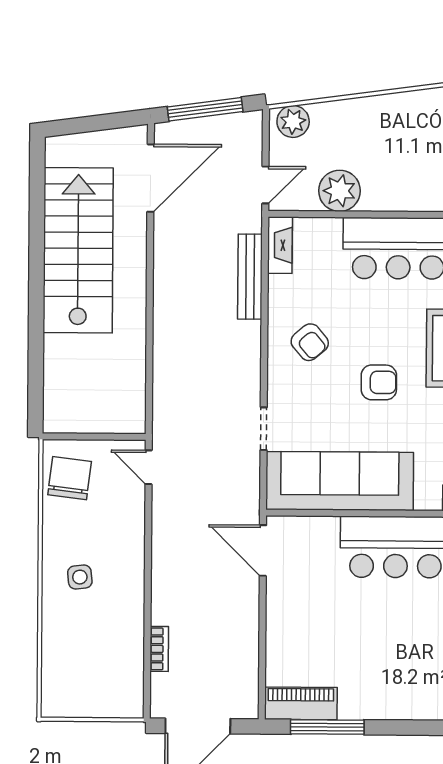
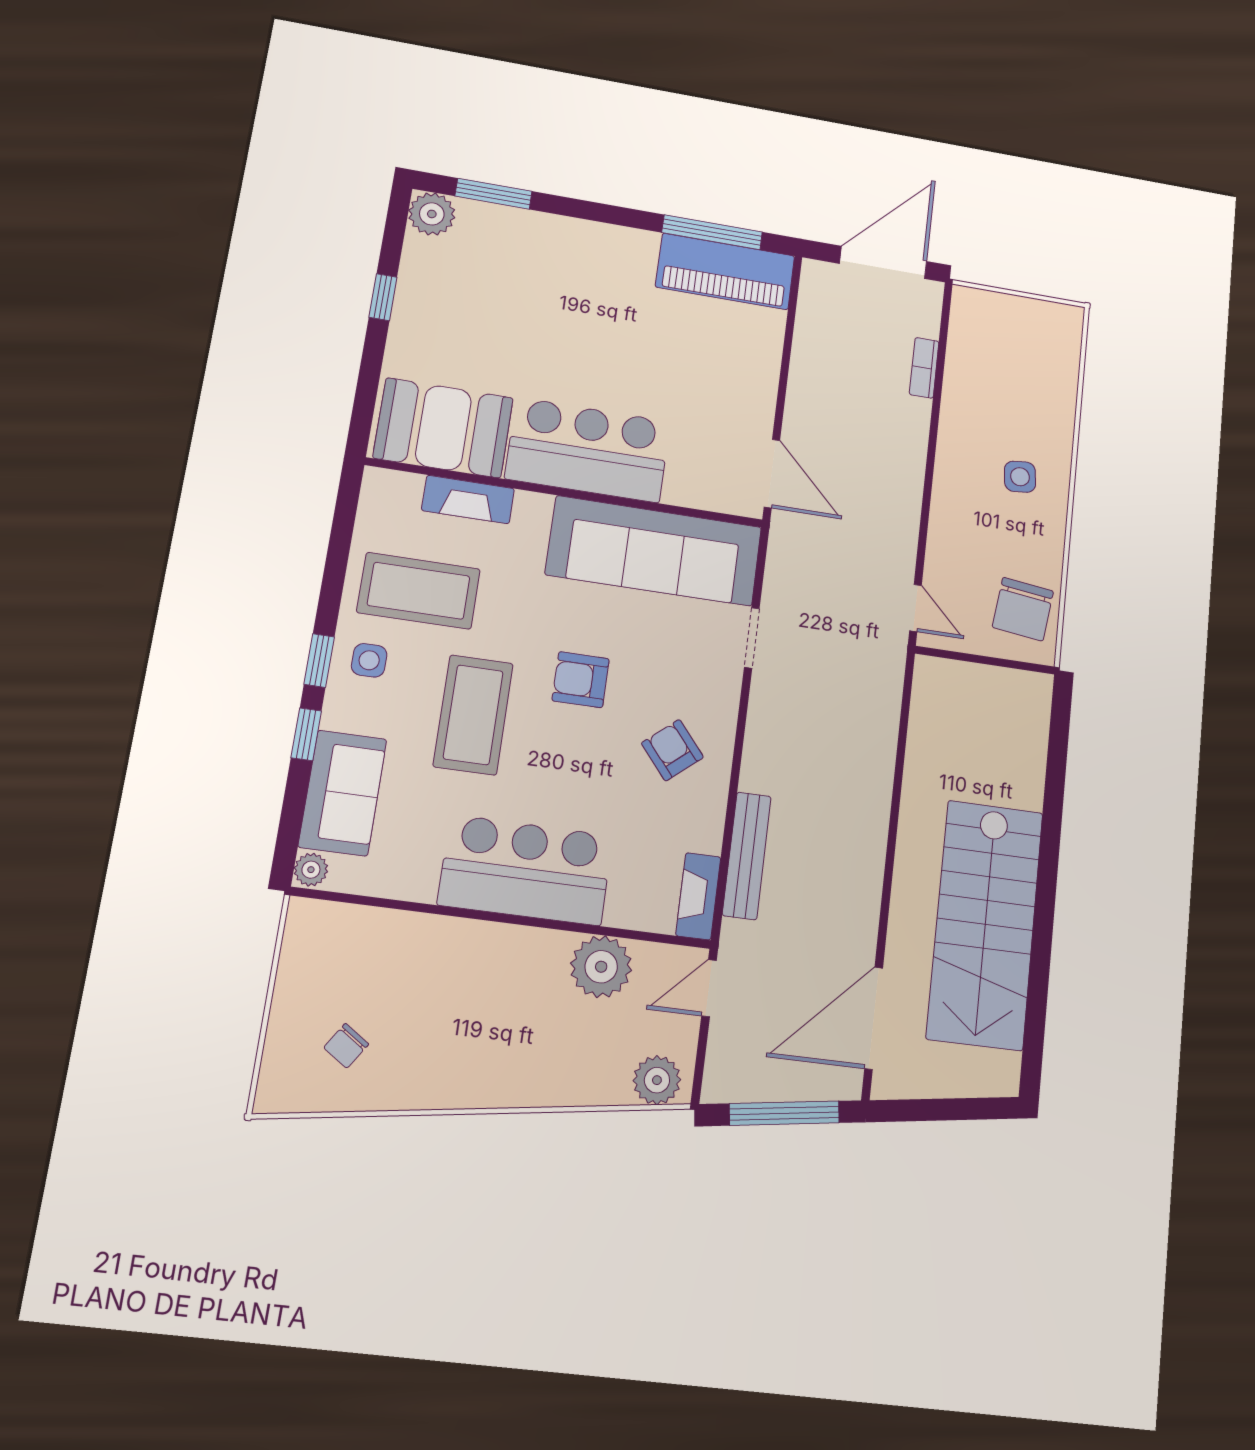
piano: (301, 703) -> (725, 271), width x1.37, depth x1.33

